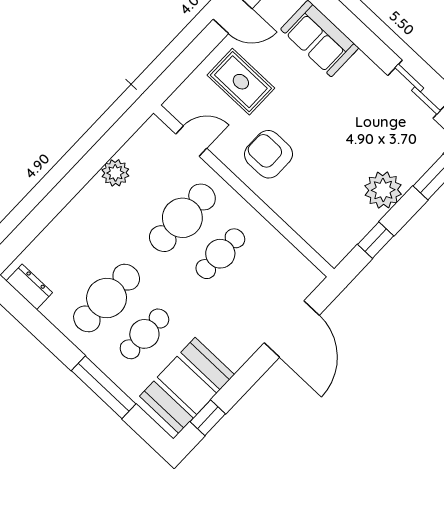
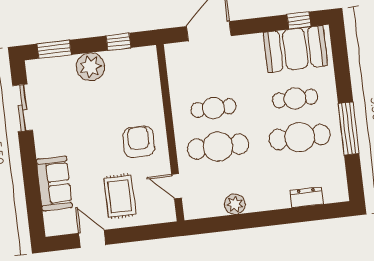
armchair: (268, 154) -> (139, 142), turned 180
dresser: (29, 287) -> (307, 197), moved, turned 90
window: (104, 387) -> (349, 128), moved

